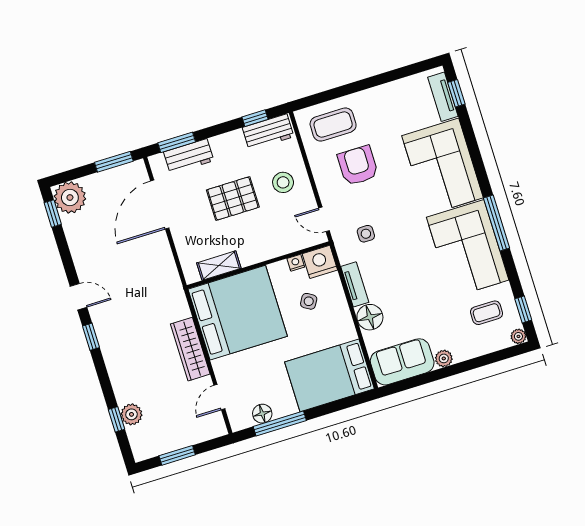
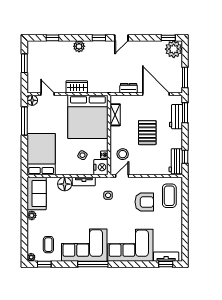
stool: (283, 182) -> (123, 154), moved
dresser: (164, 256) -> (129, 88), added
wardrobe: (190, 349) -> (77, 87), width x0.67
plant: (131, 414) -> (79, 46), moved
floor lamp: (262, 414) -> (32, 100), moved

